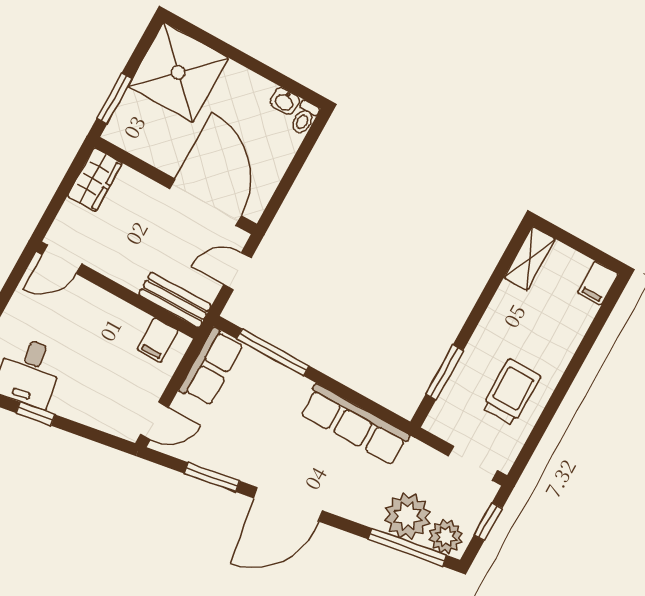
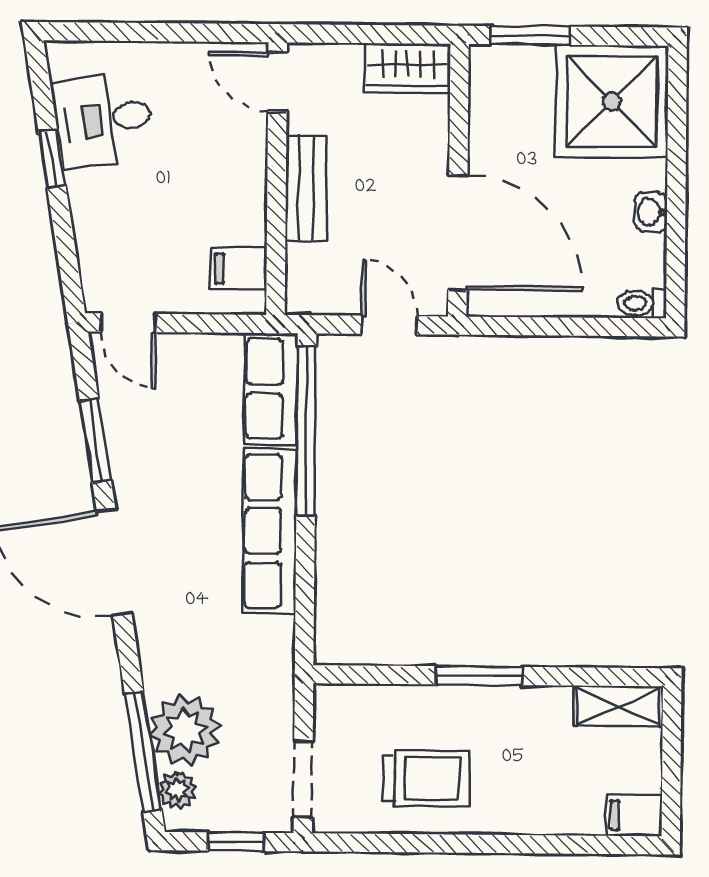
washbasin: (285, 101) -> (651, 212), moved
door: (205, 202) -> (458, 232), hinge flipped
bench: (175, 300) -> (306, 188), moved
window: (273, 352) -> (306, 431), width x1.46
row of seats: (211, 367) -> (271, 389), moved, turned 90
window: (445, 372) -> (480, 676), moved
row of seats: (355, 425) -> (270, 531), moved
plant: (446, 537) -> (177, 790), width x0.73, depth x0.73

